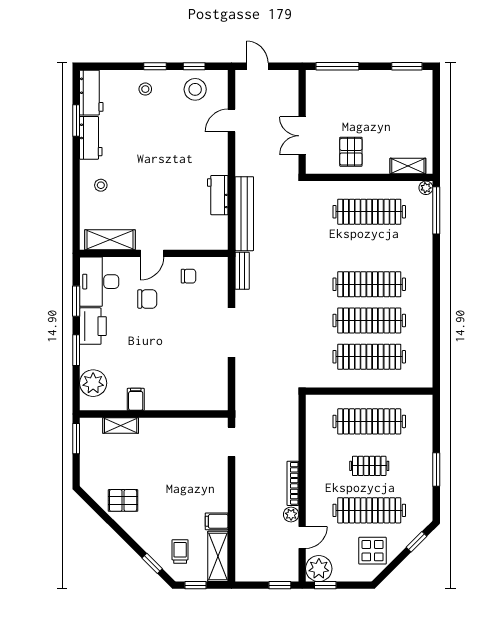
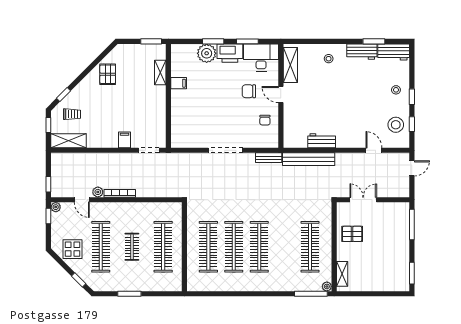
chair: (147, 299) -> (249, 91), turned 90
plant: (93, 383) -> (207, 53), moved
filing cabinet: (217, 521) -> (124, 140), moved
plant: (319, 569) -> (56, 207), width x0.53, depth x0.53

